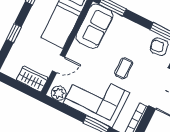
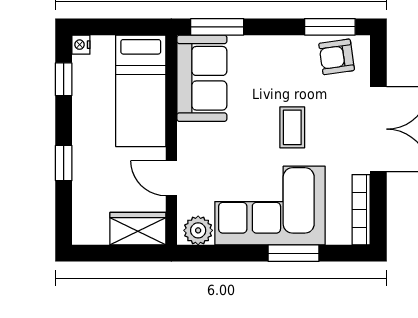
door: (58, 64) -> (171, 178), swing flipped

